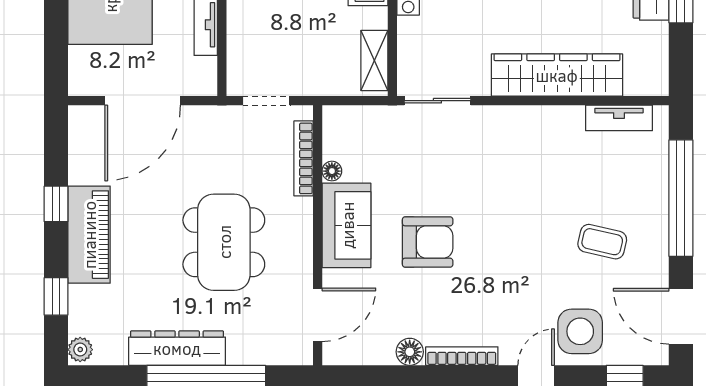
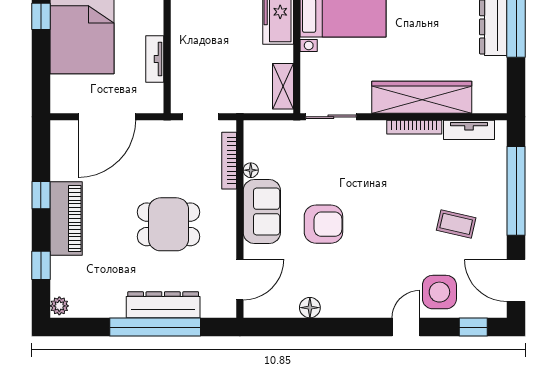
dining table: (224, 242) -> (169, 224), width x0.73
dresser: (177, 348) -> (163, 305), moved
bookcase: (462, 356) -> (414, 127), moved, turned 180

